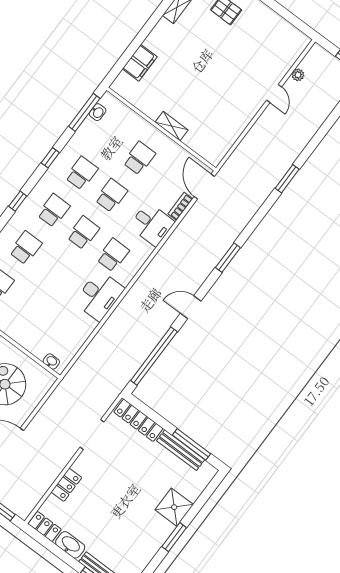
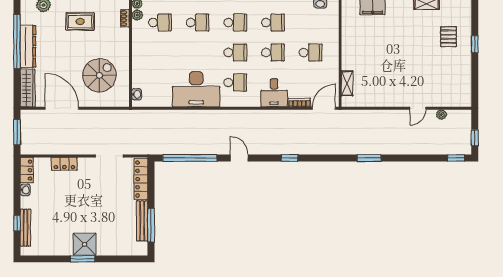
shelving: (172, 126) -> (347, 83), moved
window: (228, 258) -> (289, 158), width x0.67
desk: (99, 296) -> (196, 89), width x1.36, depth x1.30
shower: (174, 507) -> (85, 244), moved
washbasin: (70, 545) -> (25, 190), width x0.52, depth x0.69

